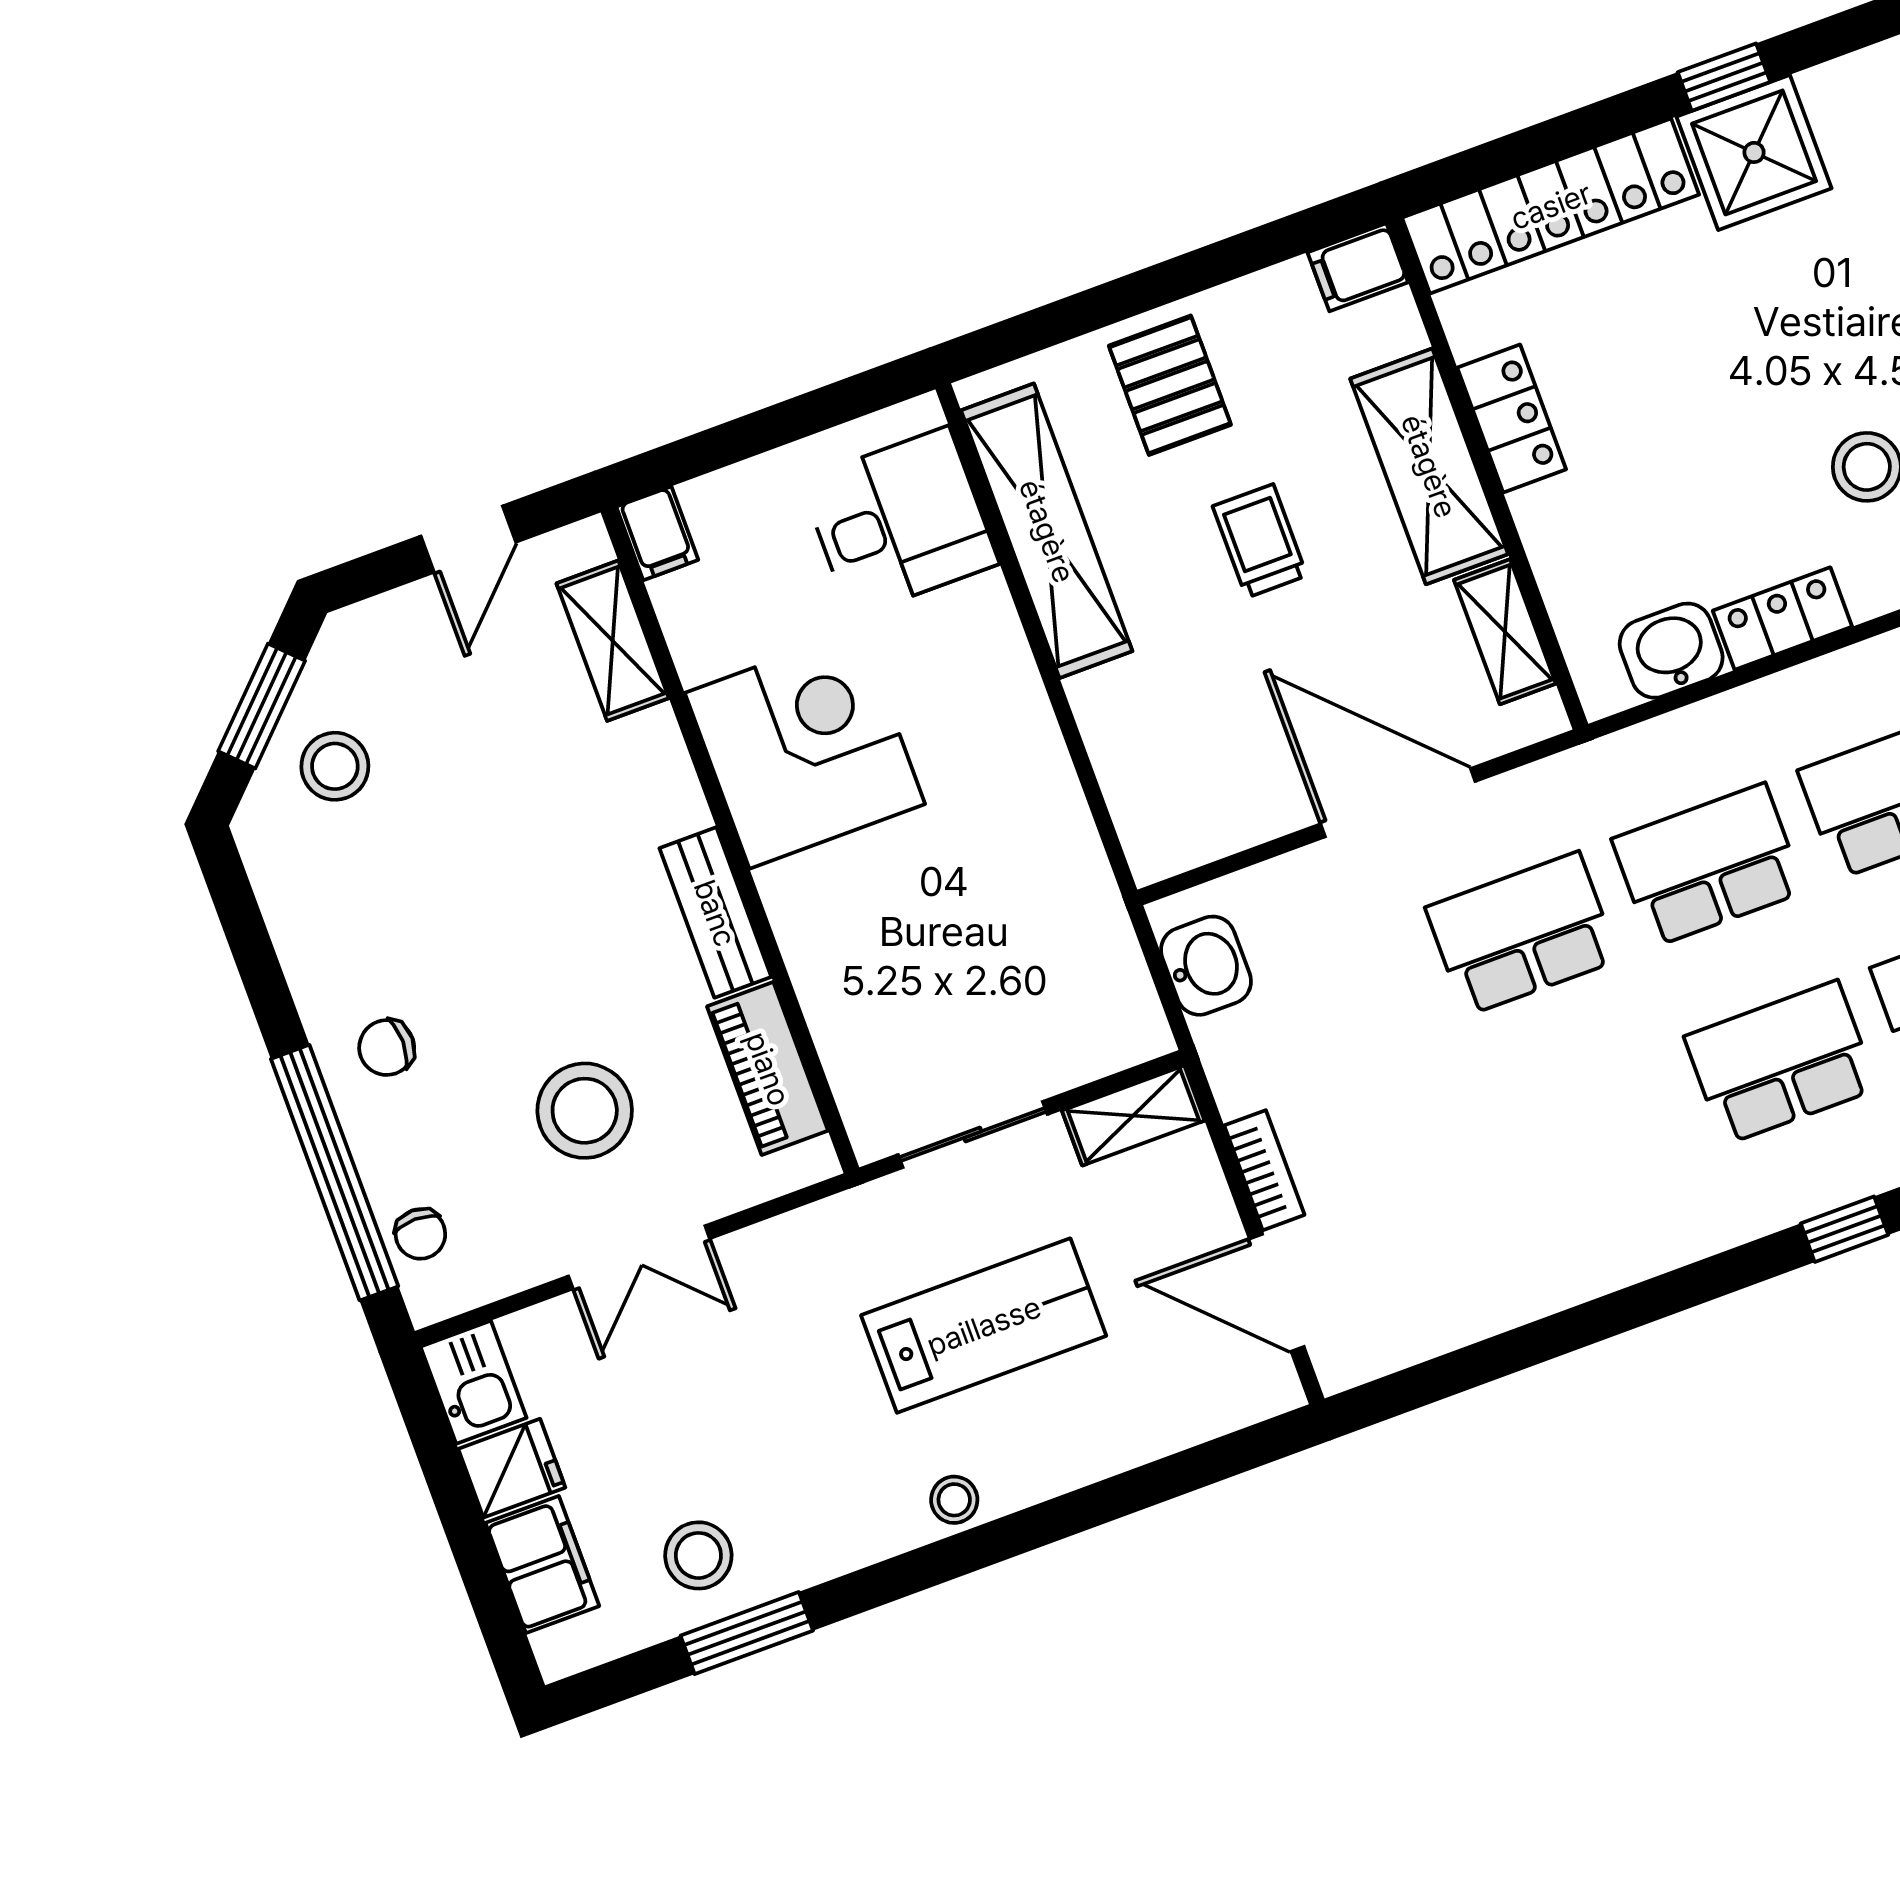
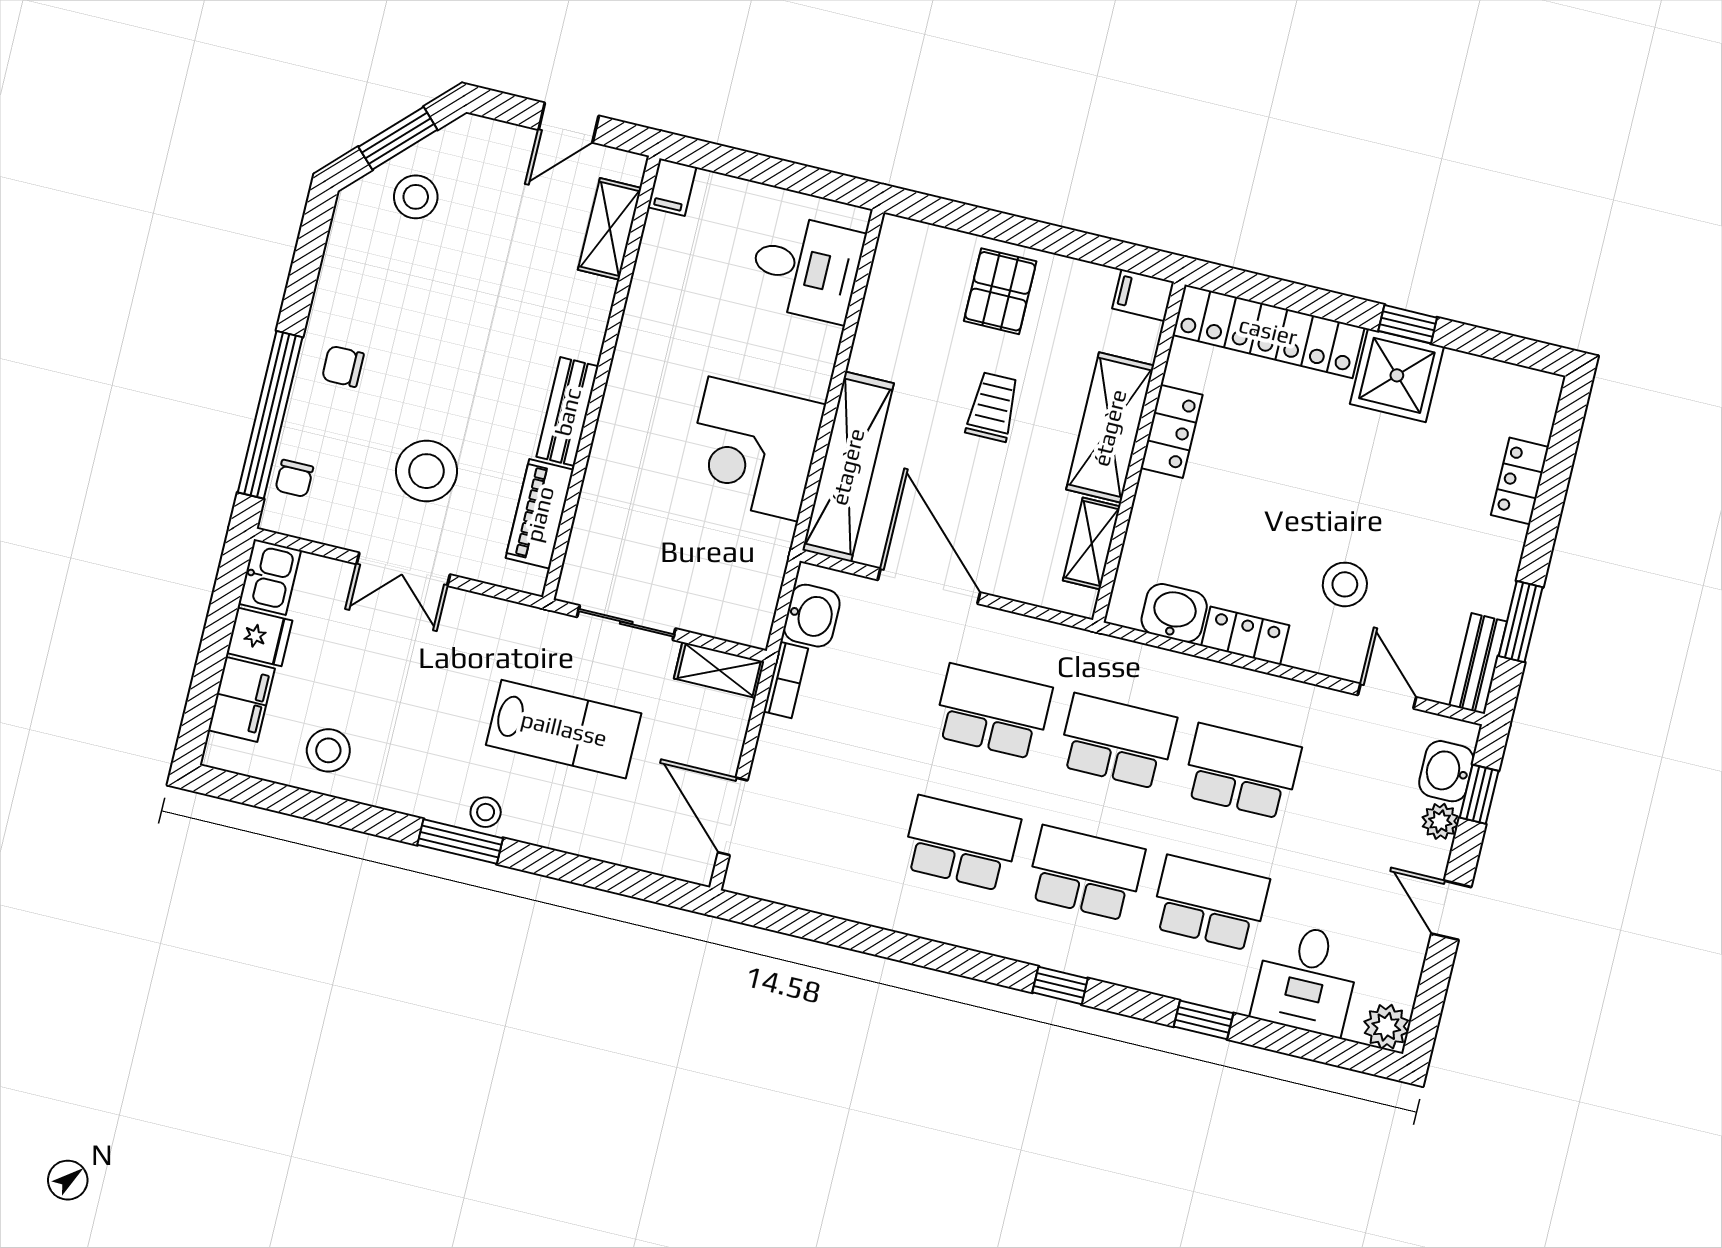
shelving: (1047, 531) -> (848, 467), moved
corner desk: (805, 749) -> (753, 449), moved, turned 180
door: (1398, 803) -> (929, 586), moved
school desk: (1595, 1131) -> (961, 843), added
bookcase: (1264, 1170) -> (786, 680), moved
window: (747, 1633) -> (460, 841), moved

